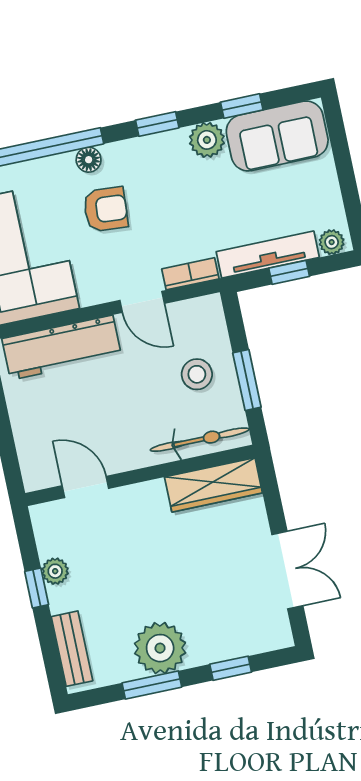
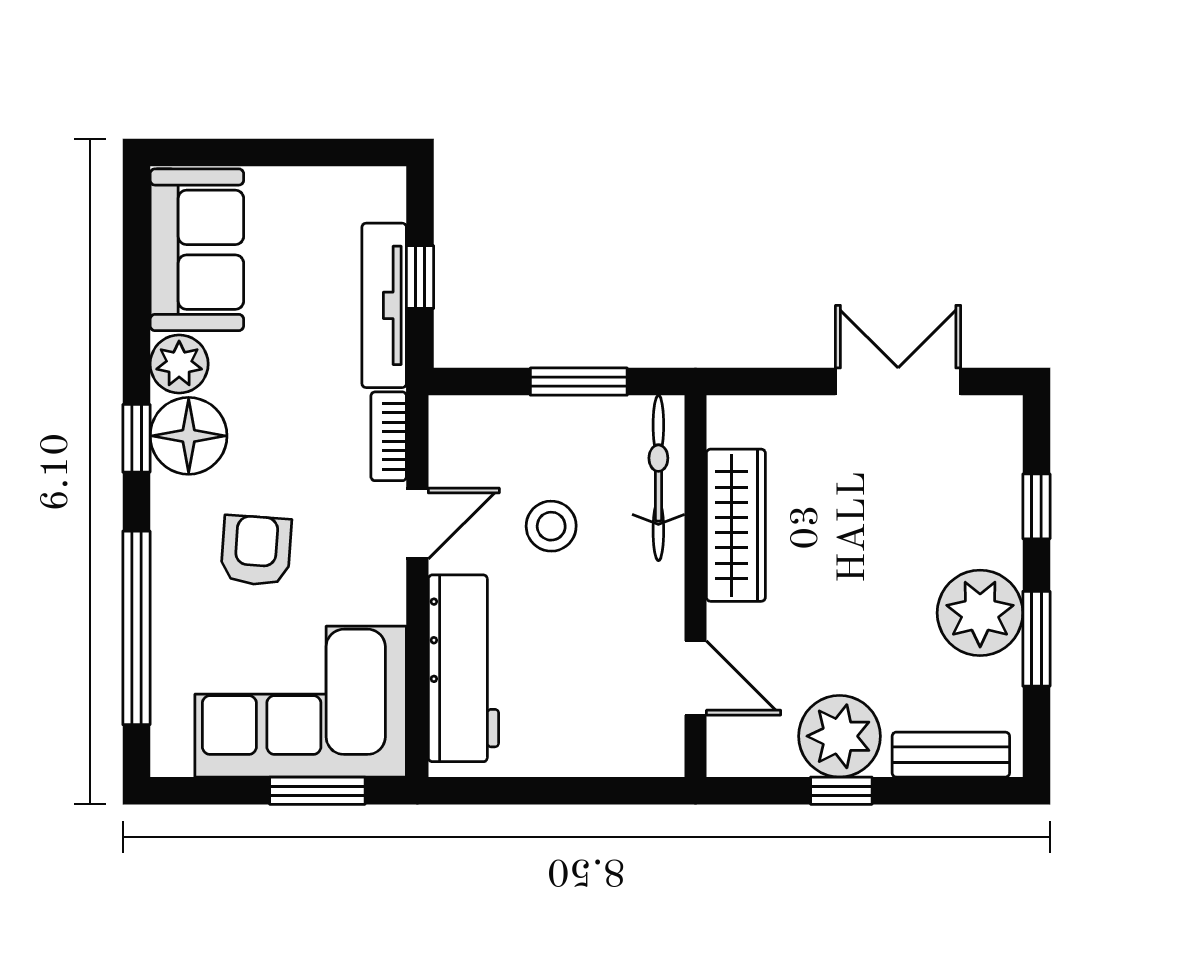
window: (242, 106) -> (136, 296), removed
floor lamp: (89, 160) -> (189, 436), moved, width x1.89, depth x1.89
plant: (332, 242) -> (386, 198), removed
stool: (197, 374) -> (551, 526), moved
wardrobe: (213, 485) -> (736, 525), moved
door: (85, 487) -> (696, 678), swing flipped
plant: (55, 571) -> (840, 736), width x1.88, depth x1.88

